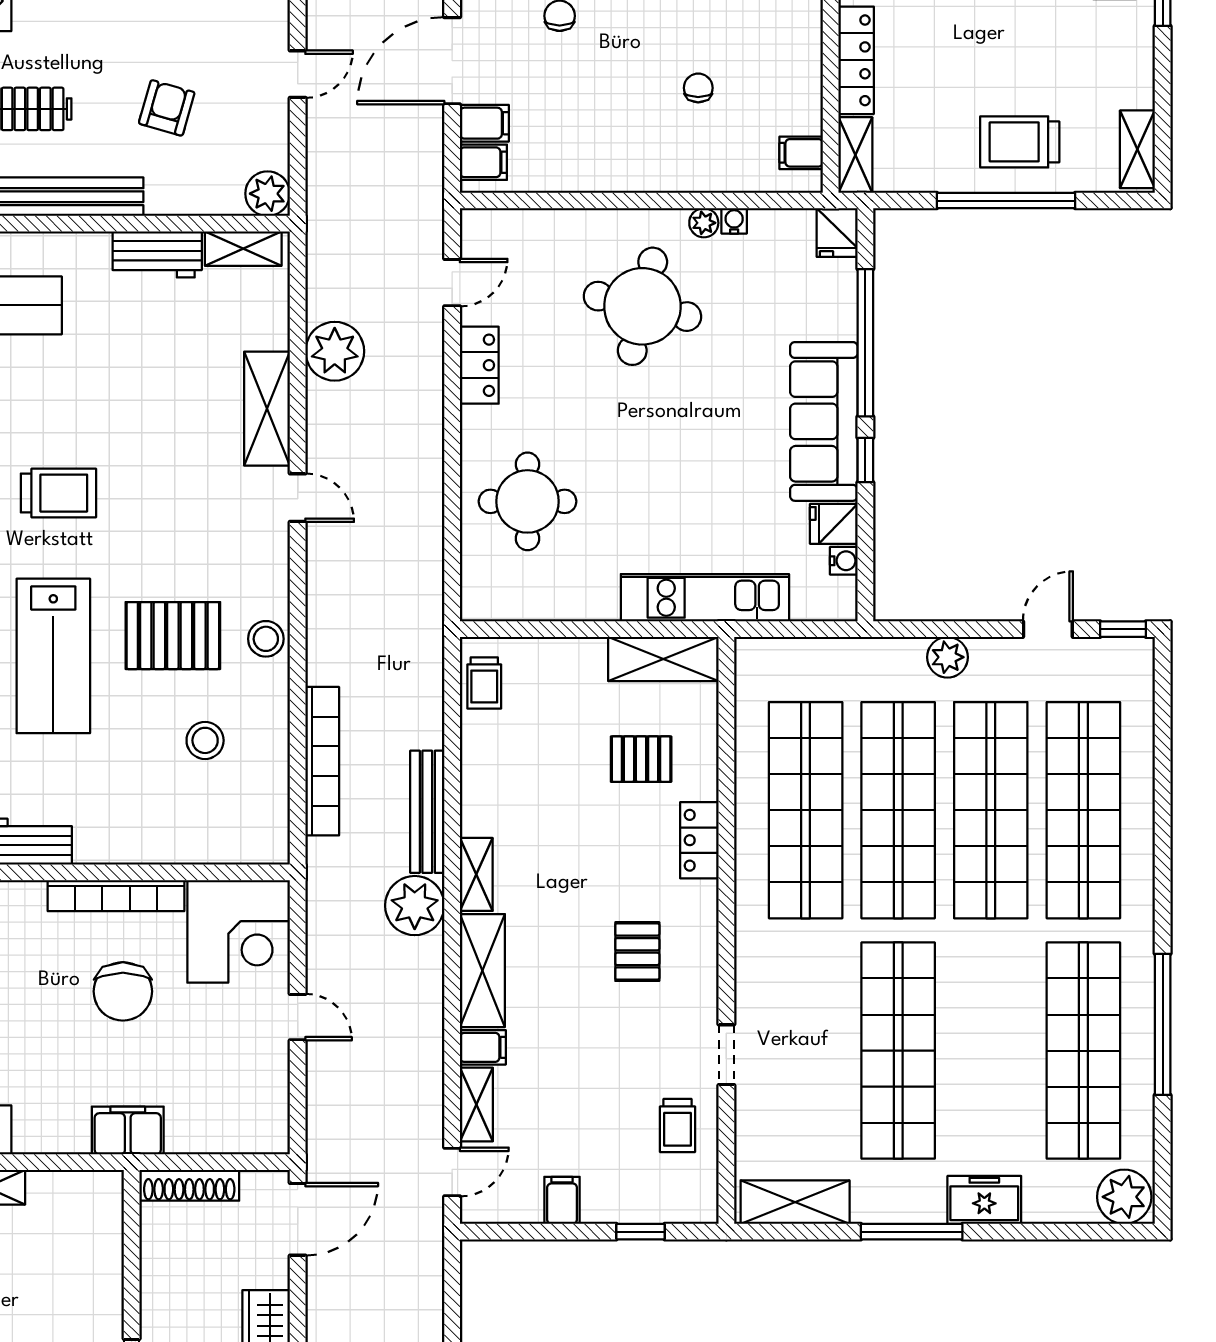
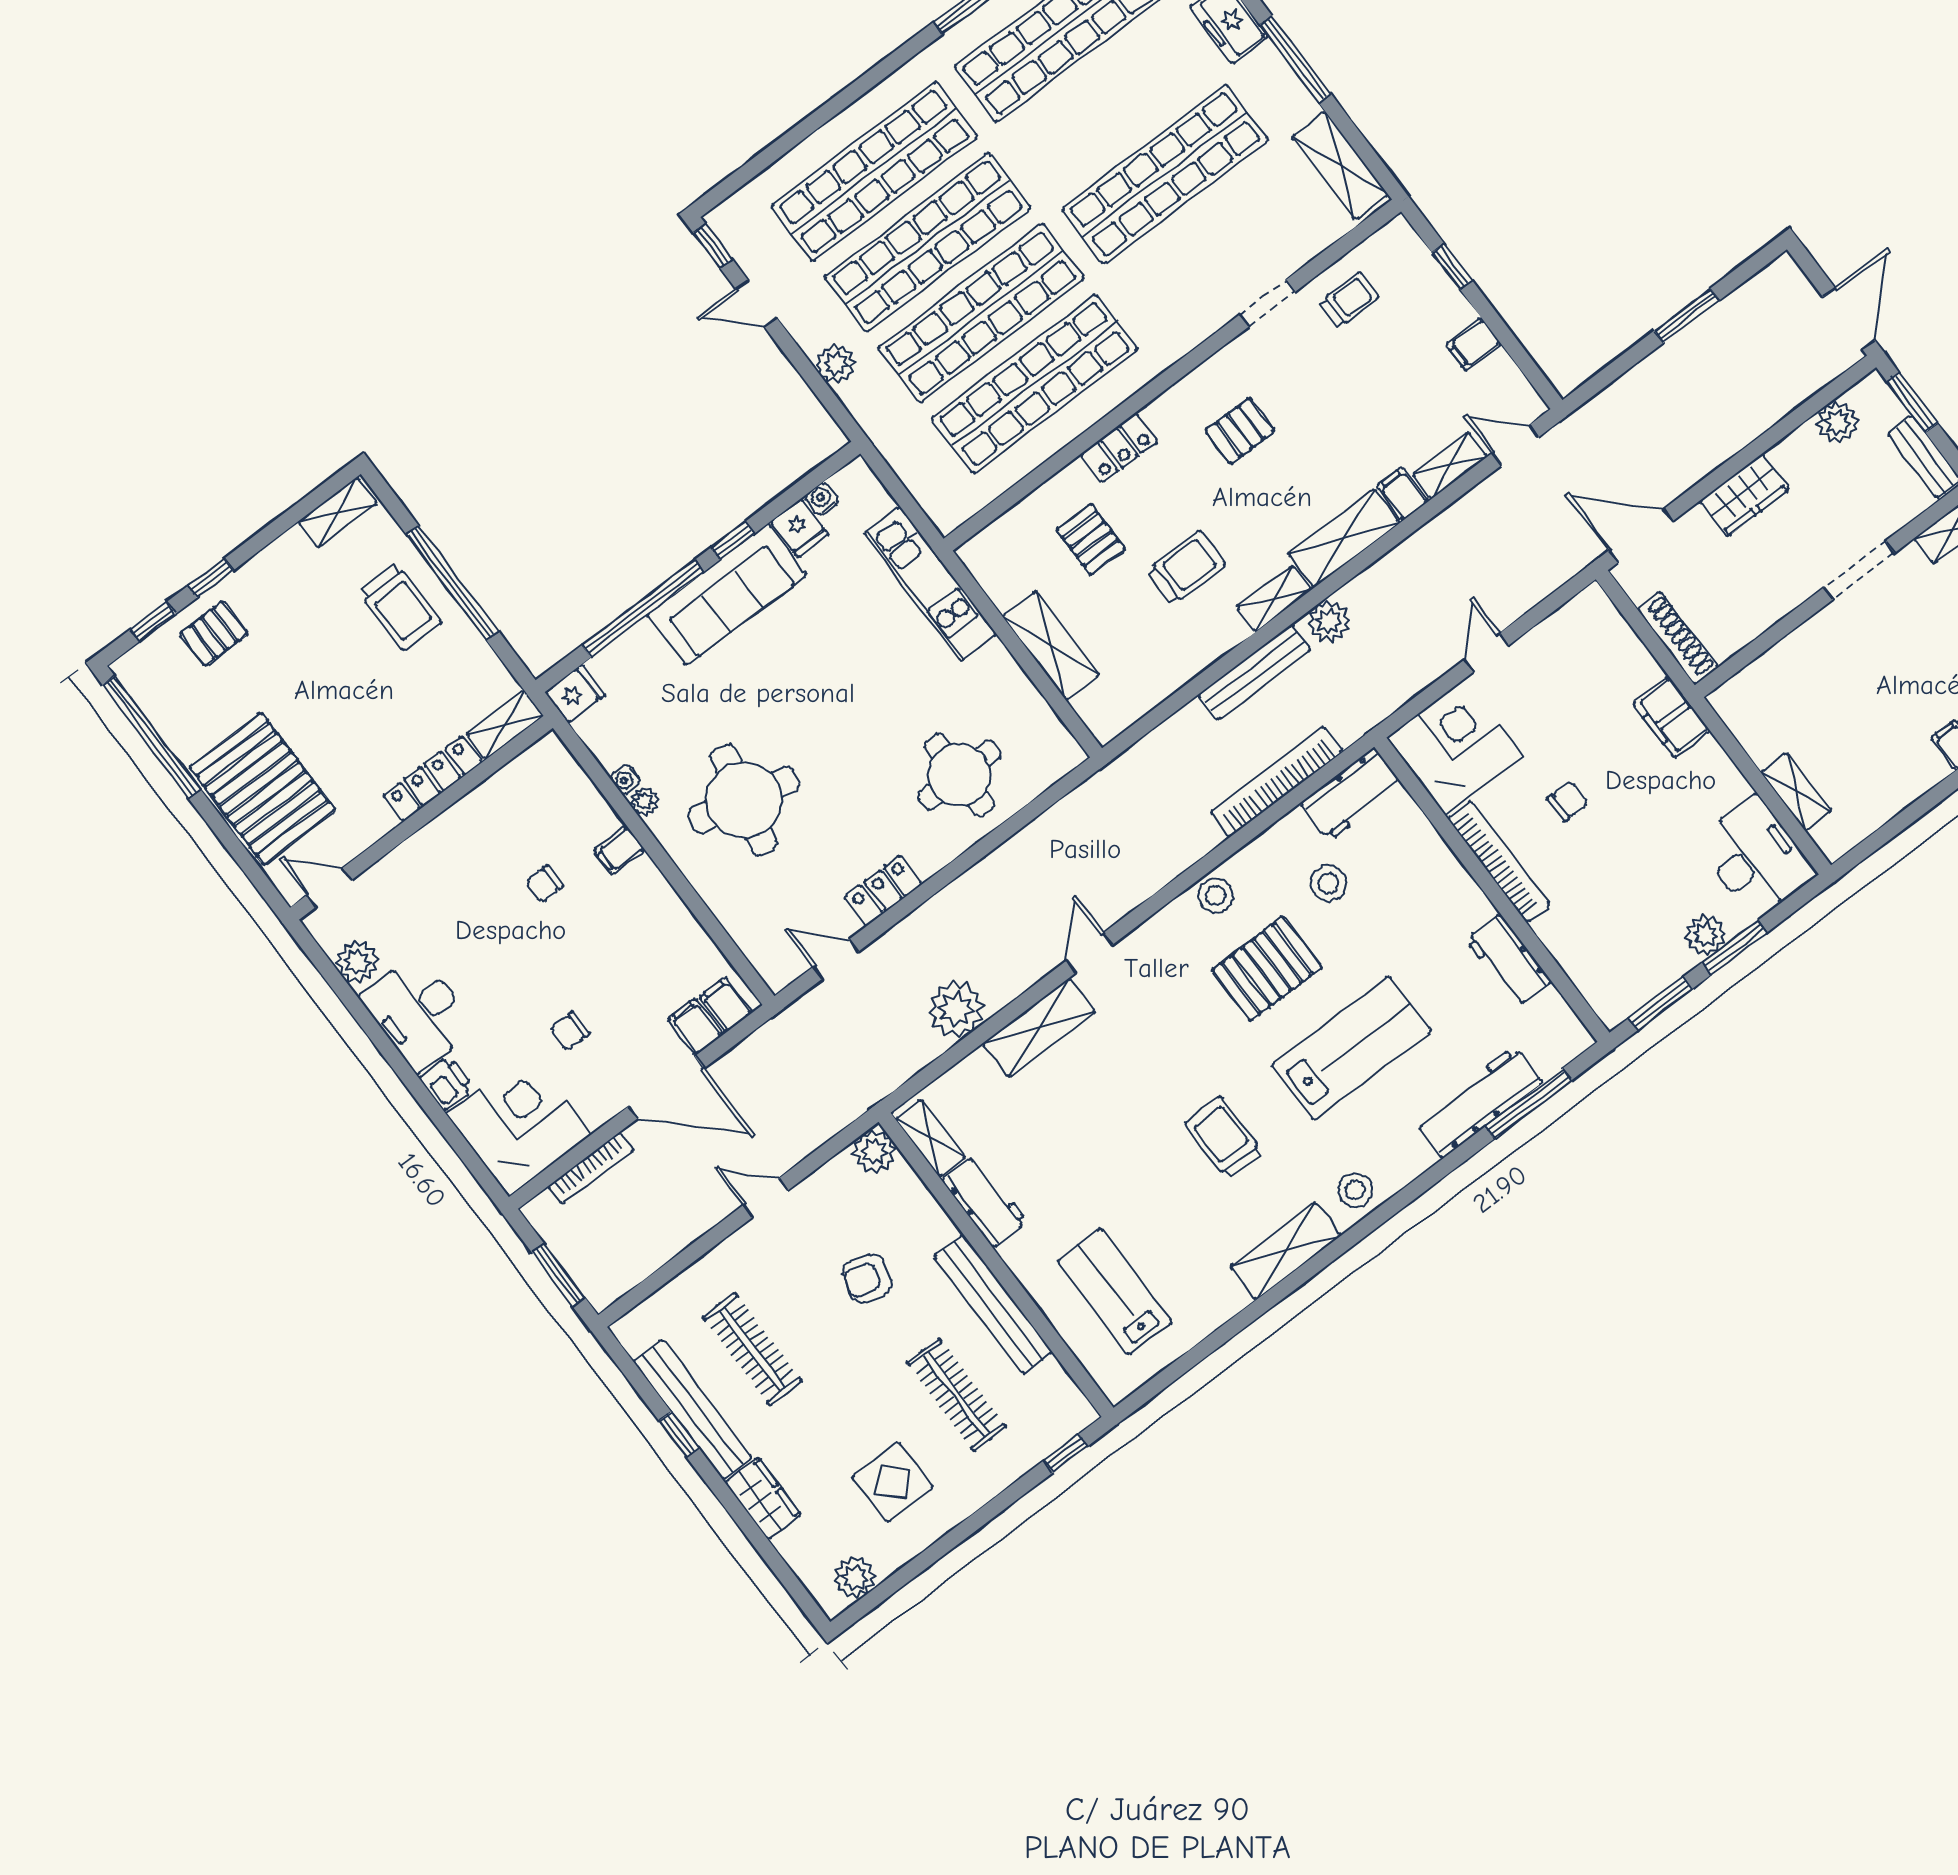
filing cabinet: (801, 153) -> (619, 850), moved, turned 90
pallet: (173, 636) -> (1267, 969), turned 90
shelving: (663, 659) -> (1051, 646), moved
trolley: (484, 683) -> (1186, 568), moved, width x1.36, depth x1.39
workbench: (265, 816) -> (1352, 794), added
plant: (415, 906) -> (1329, 622), width x0.73, depth x0.73
chair: (123, 991) -> (1568, 801), width x0.54, depth x0.54

